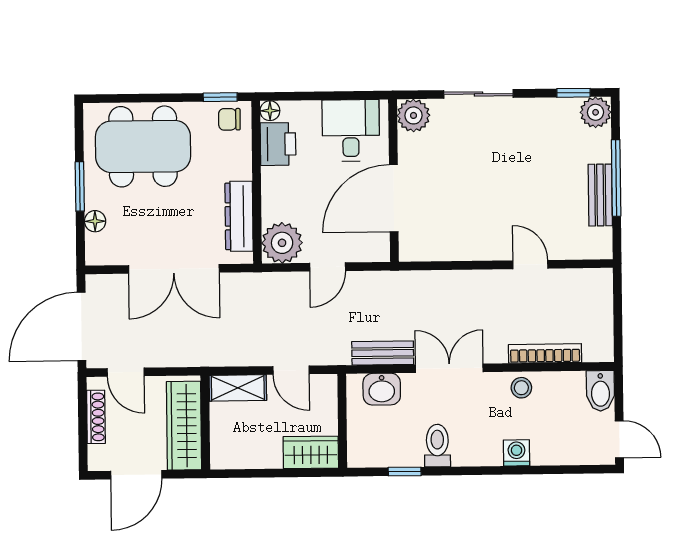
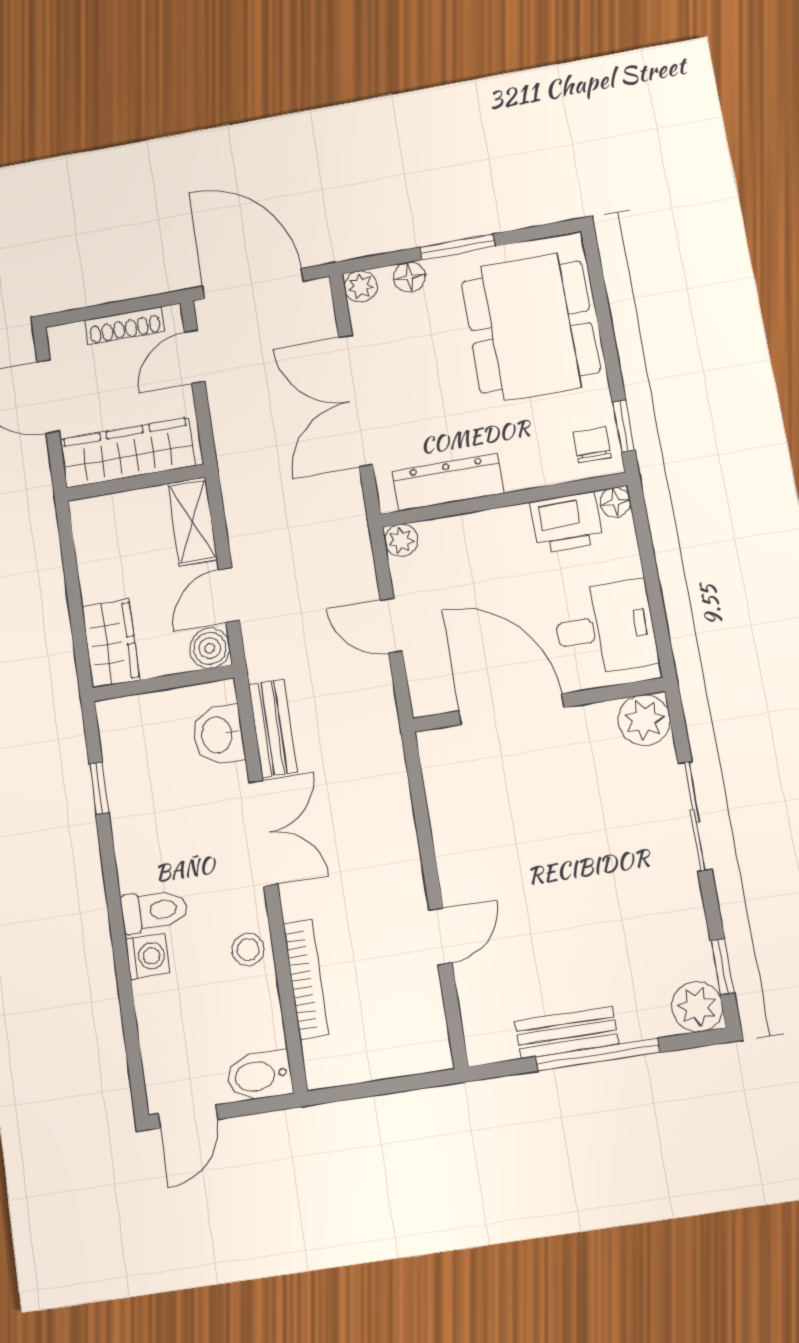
plant: (282, 243) -> (401, 540), width x0.53, depth x0.53
plant: (96, 255) -> (361, 286), added
boiler: (324, 387) -> (210, 648), added
toilet: (437, 446) -> (154, 911), moved

